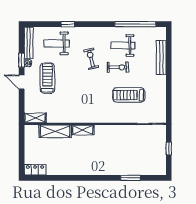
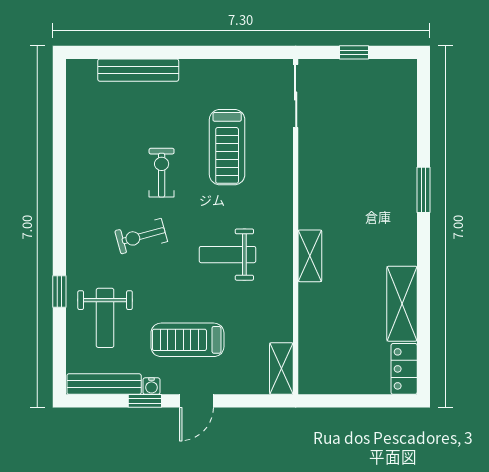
window: (135, 24) -> (59, 132), removed
weight bench: (123, 45) -> (227, 255), moved, turned 90
shelving: (55, 131) -> (402, 304), moved
window: (131, 178) -> (423, 190), moved

